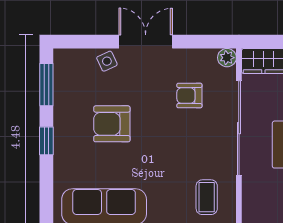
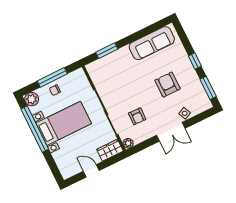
armchair: (189, 96) -> (137, 116), turned 92
armchair: (112, 124) -> (168, 85), turned -90
coffee table: (207, 197) -> (105, 72), removed

